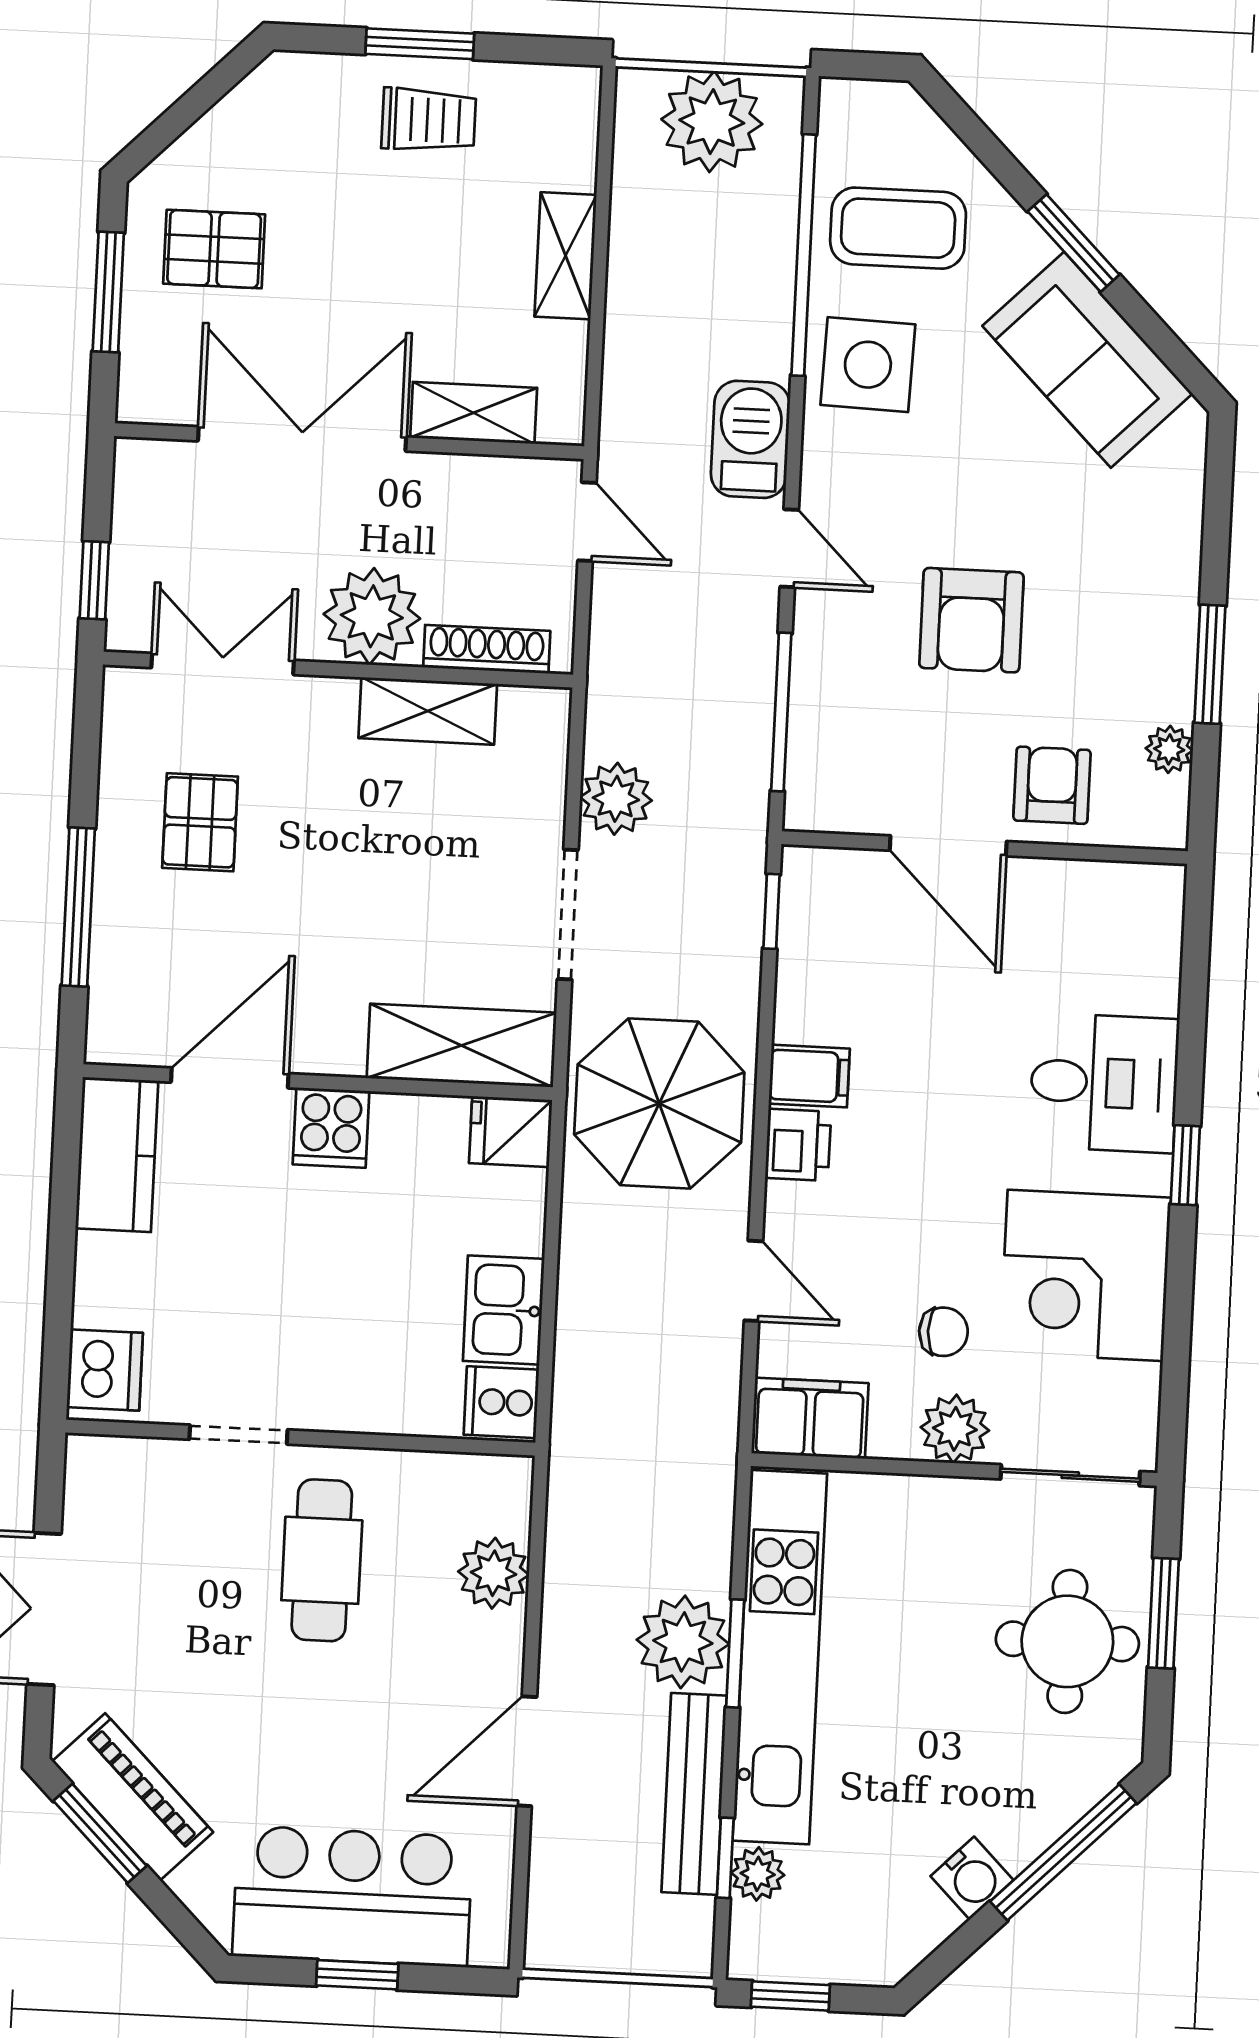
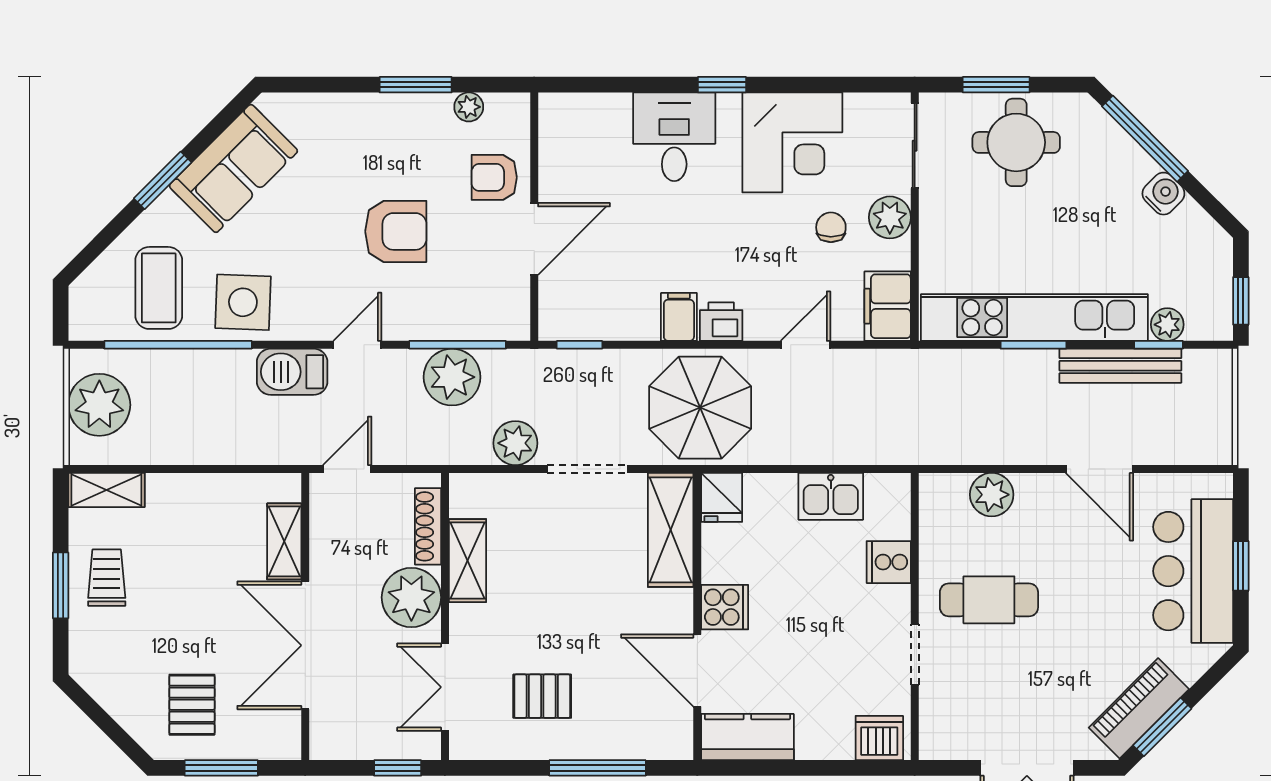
shelving: (566, 256) -> (106, 490), moved
cooker: (501, 1402) -> (889, 562), moved, turned 90
plant: (683, 1642) -> (452, 377), moved

